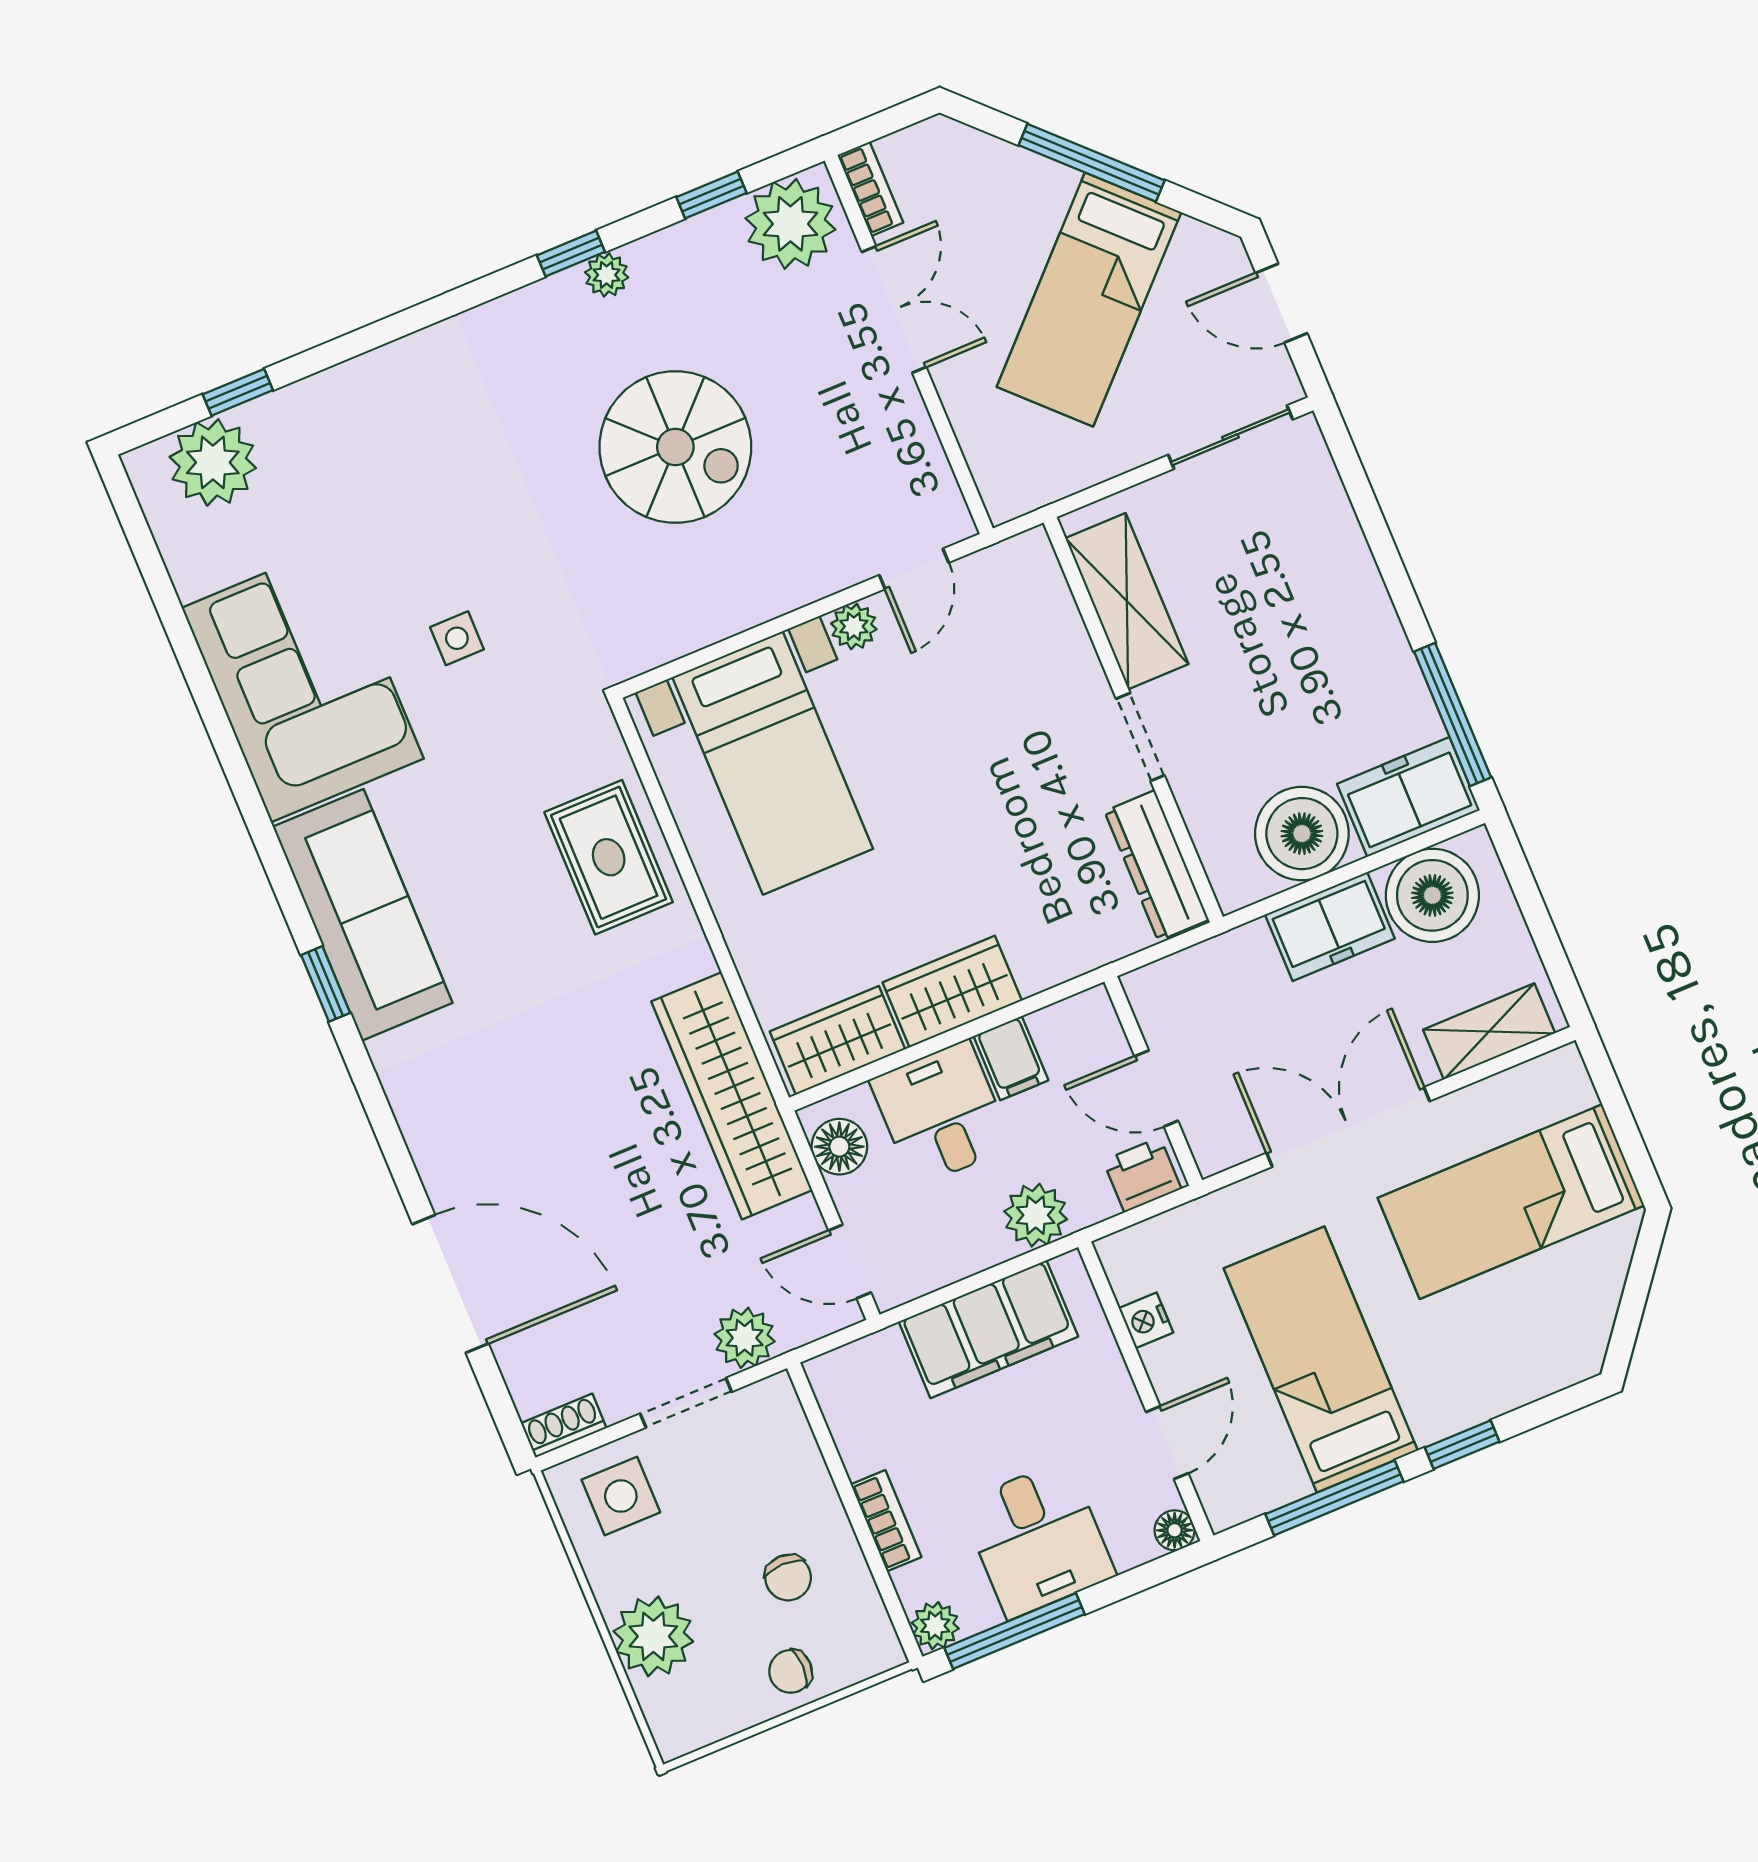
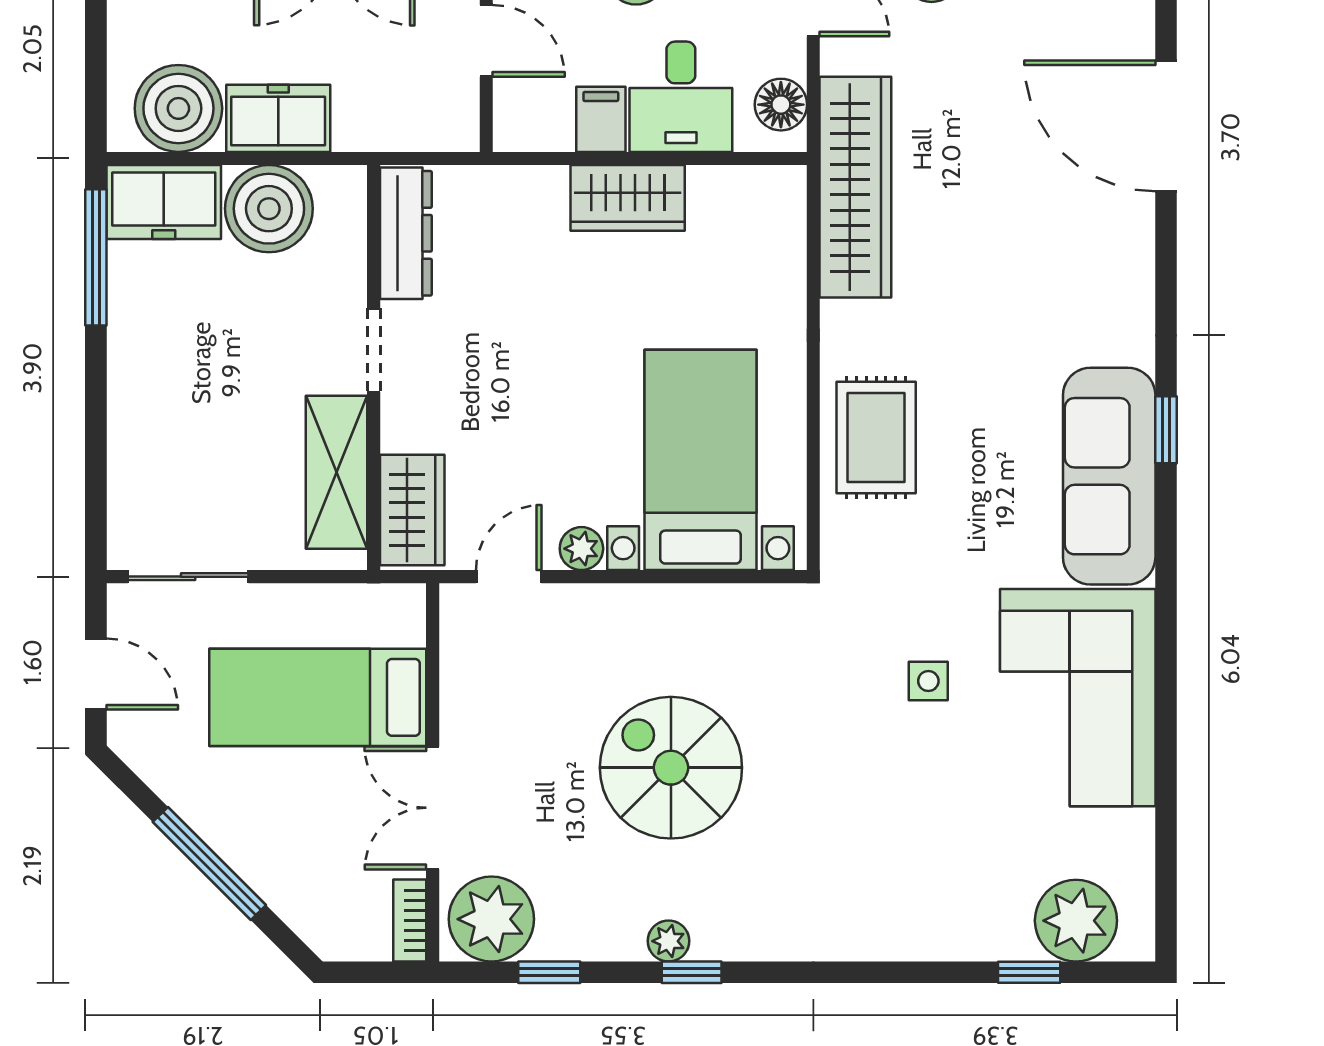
bed: (1089, 300) -> (318, 697), moved, turned -135
wardrobe: (837, 1040) -> (412, 510), moved, turned -90

